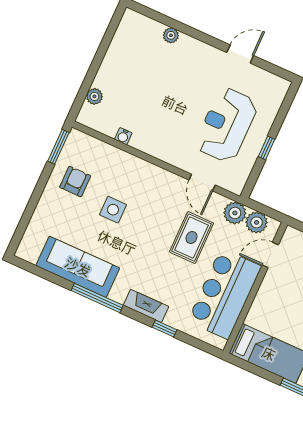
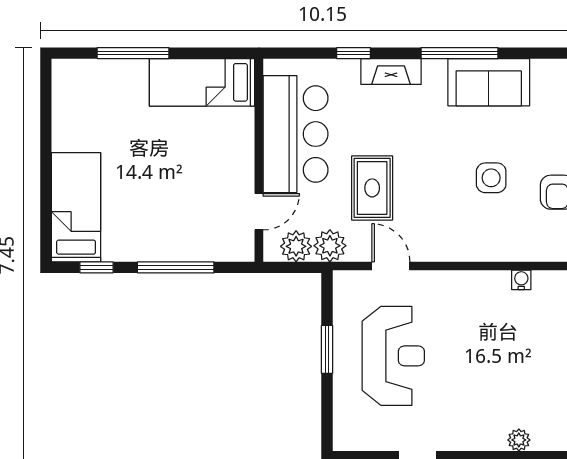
window: (267, 148) -> (327, 349), width x1.50
sofa: (78, 267) -> (489, 82), width x0.73

